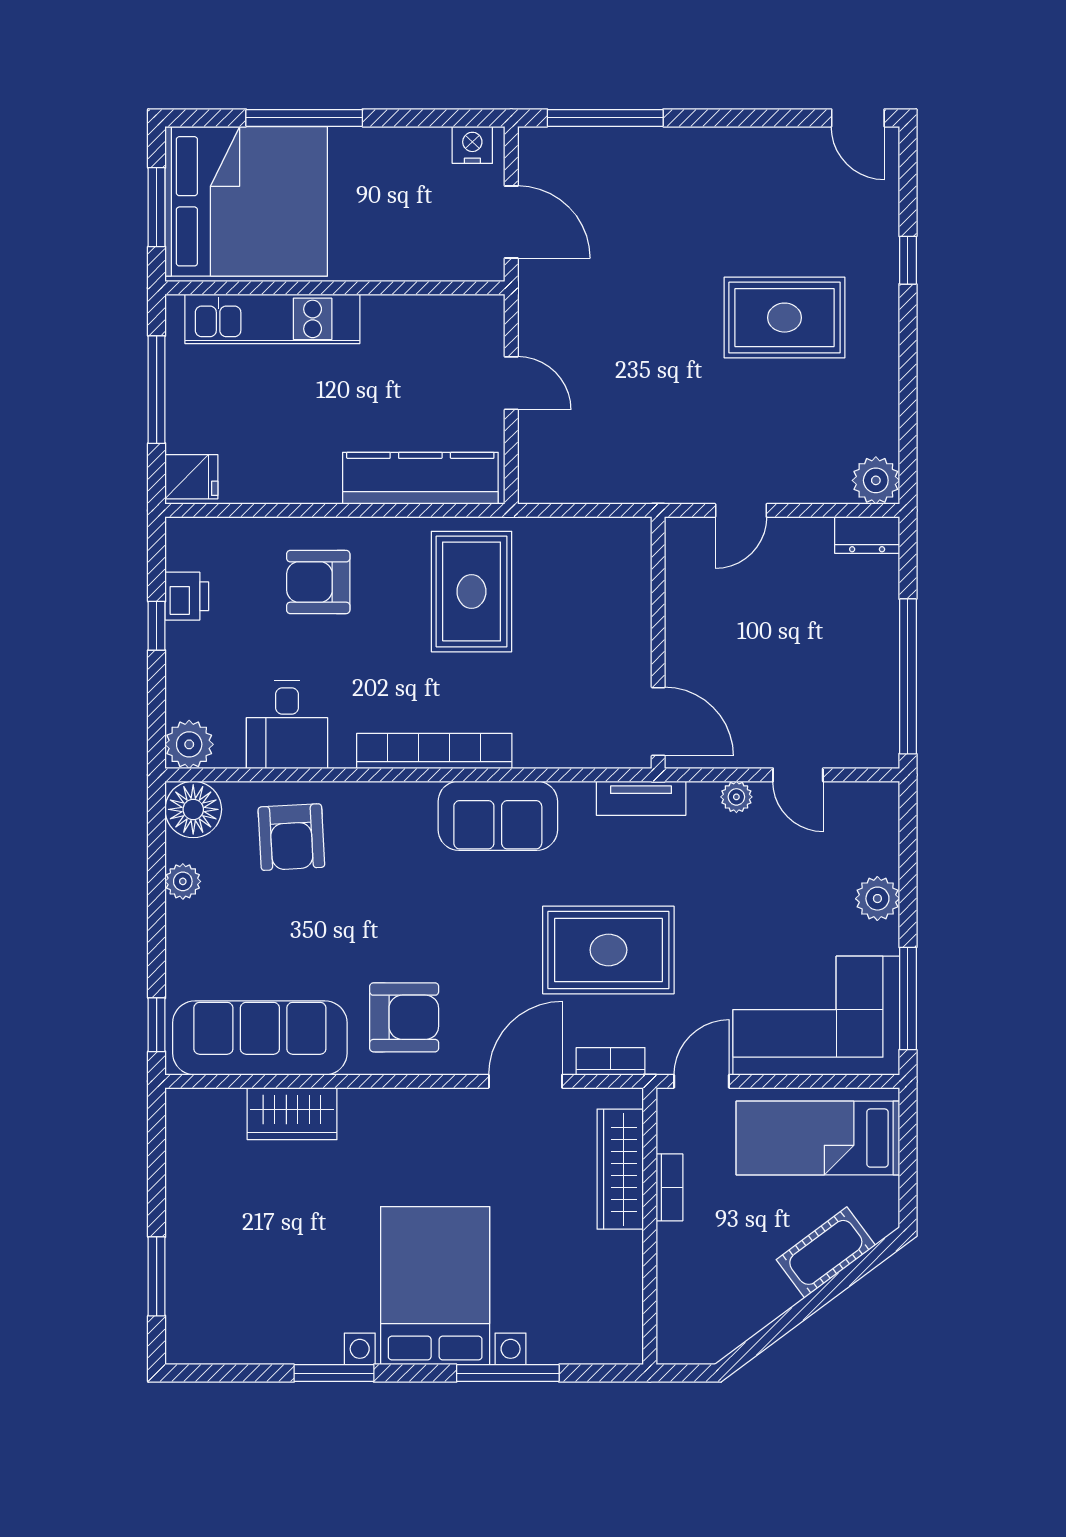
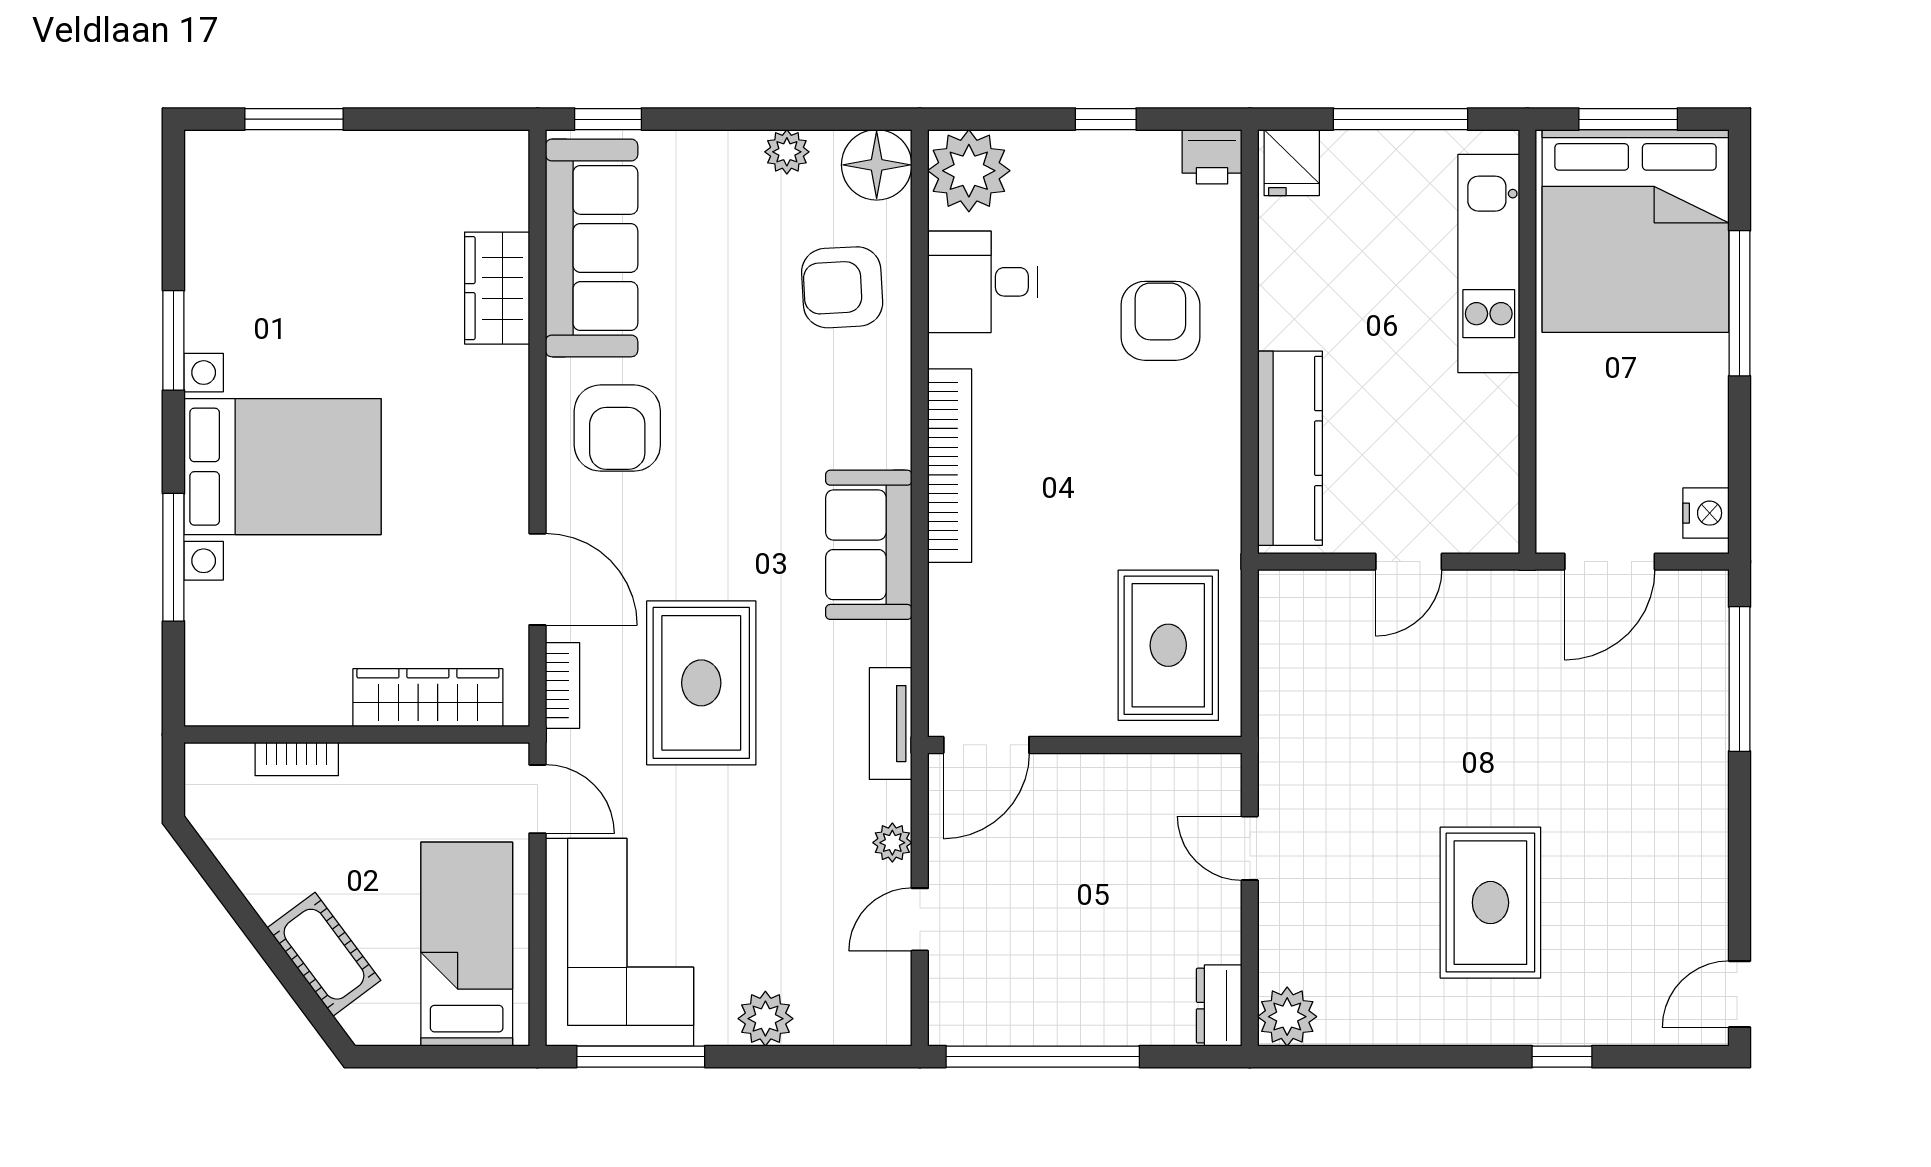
rug: (471, 592) -> (1168, 645), moved, turned 90
printer: (187, 596) -> (1212, 157), moved
plant: (189, 744) -> (969, 171), width x1.36, depth x1.36
bookcase: (669, 1187) -> (297, 759), moved

